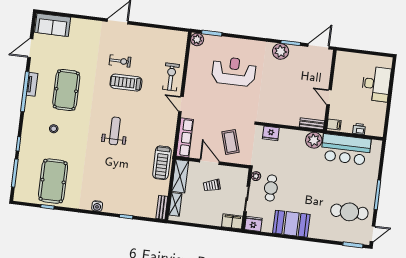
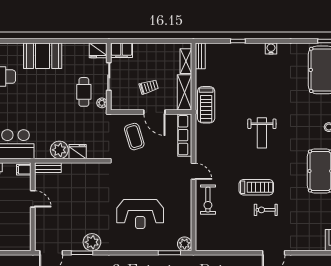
fridge: (271, 133) -> (78, 152), moved
plant: (314, 140) -> (59, 150), moved
treadmill: (162, 163) -> (206, 105), turned 180
booth: (291, 224) -> (43, 56), moved

